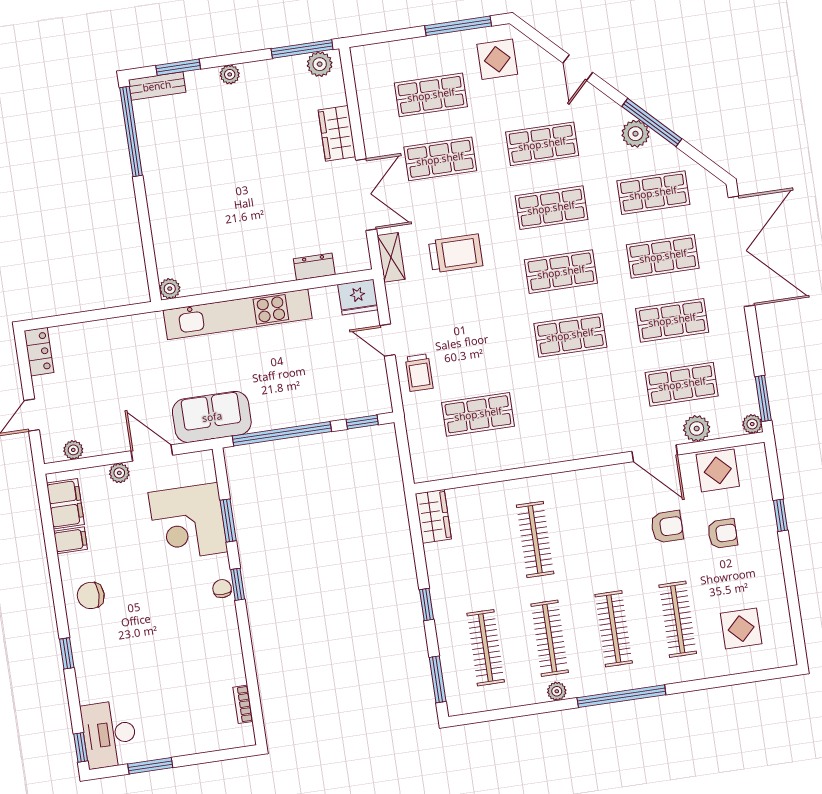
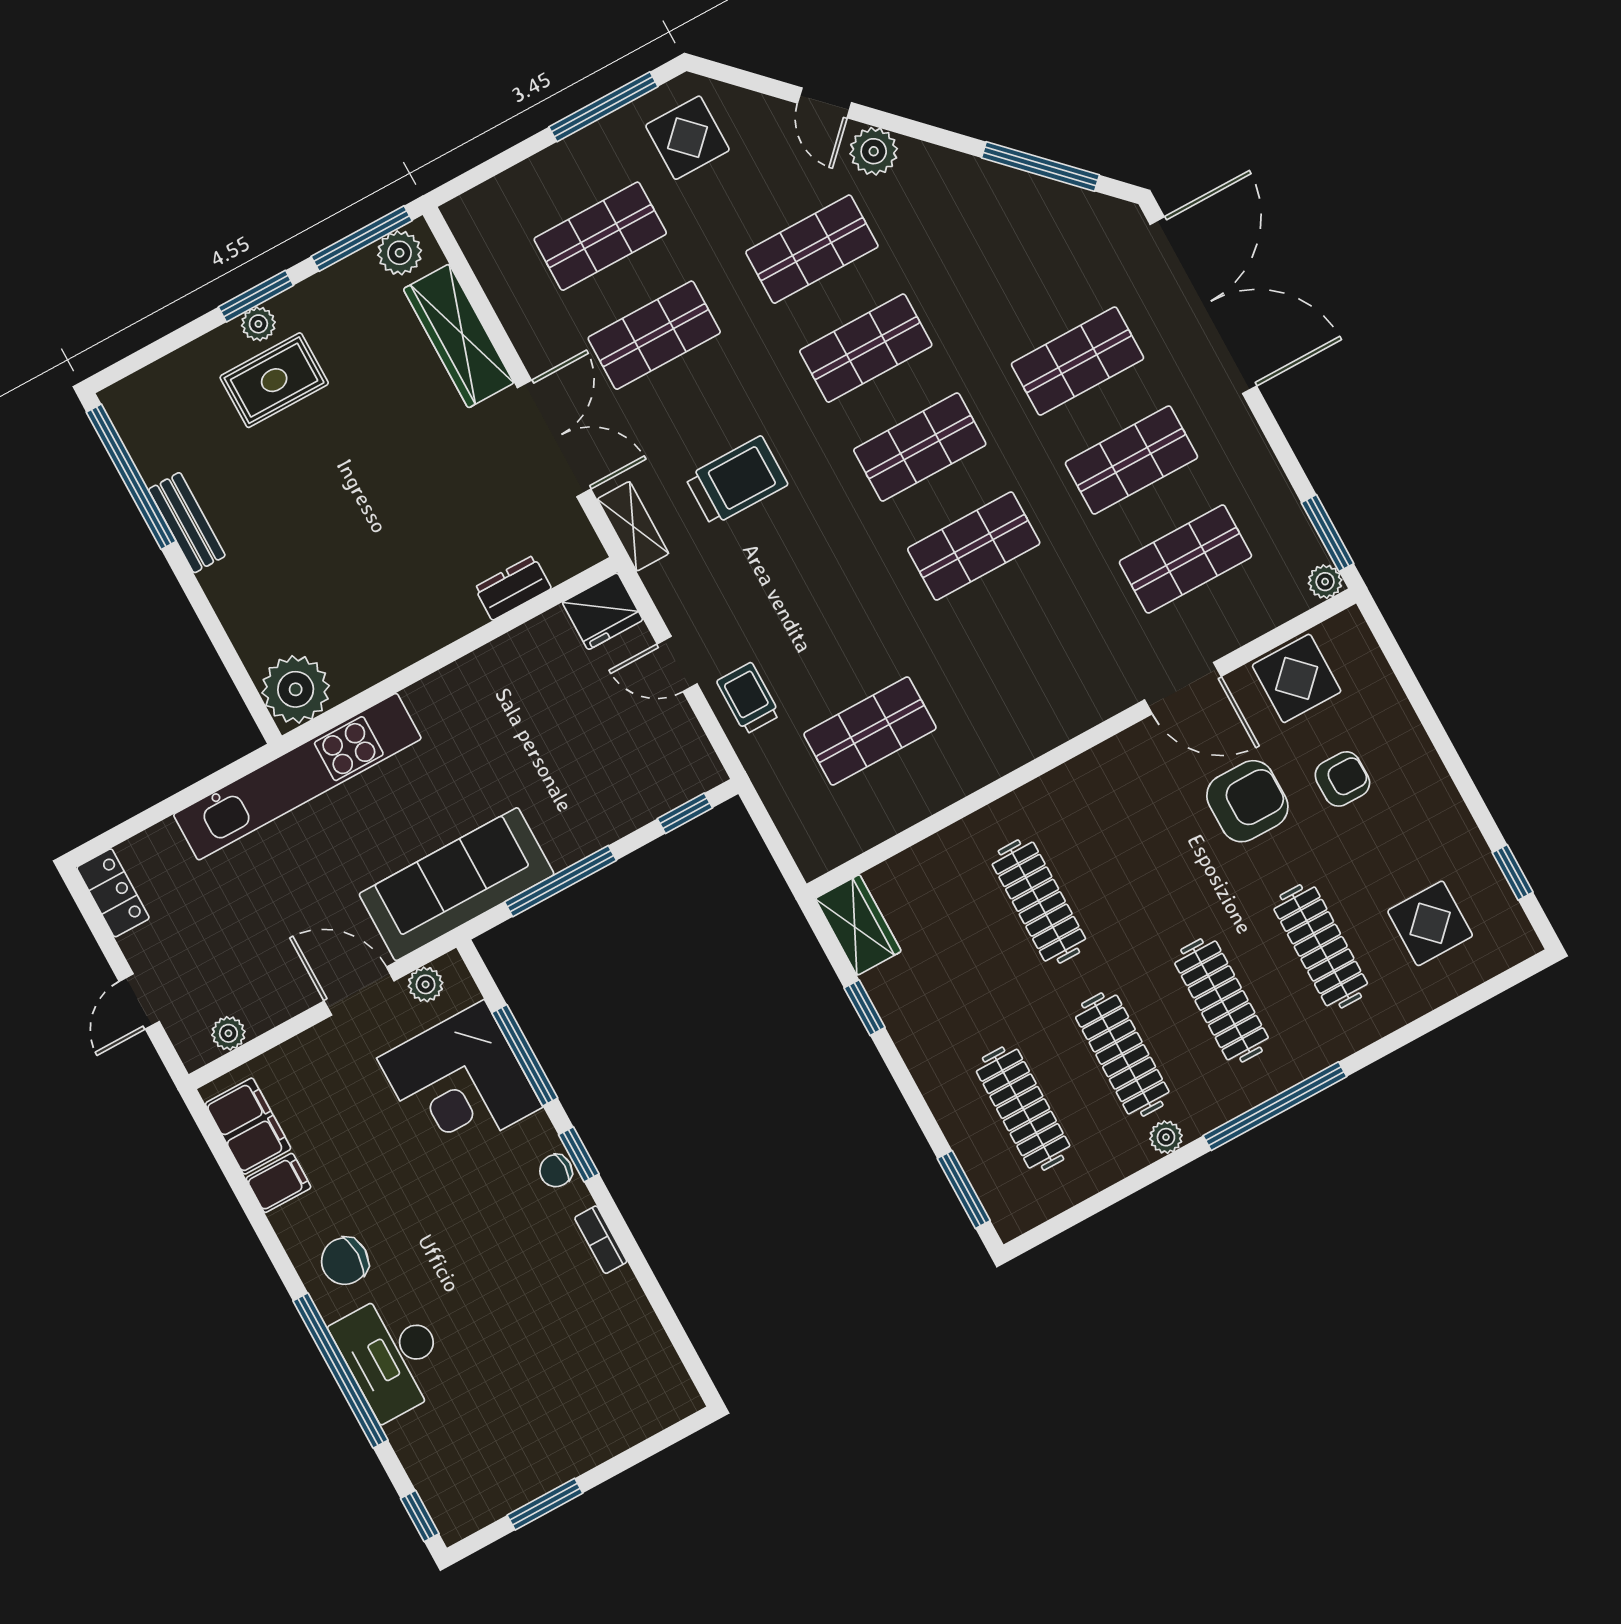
window: (178, 67) -> (256, 296), moved
bench: (157, 86) -> (187, 523), moved, turned 90
rug: (227, 108) -> (274, 380), added
window: (652, 123) -> (1040, 166), moved
wardrobe: (337, 133) -> (459, 336), width x1.50
plant: (635, 134) -> (874, 151), moved
shop shelf: (653, 193) -> (1024, 262), removed
plant: (170, 289) -> (296, 689), width x1.87, depth x1.87
kitchen unit: (238, 314) -> (297, 777), moved
trolley: (419, 373) -> (748, 698), turned 180
sofa: (212, 417) -> (457, 884), width x1.36
plant: (697, 429) -> (1237, 623), removed
window: (282, 434) -> (561, 881), width x0.68
plant: (119, 473) -> (426, 984), moved
window: (780, 515) -> (1513, 872), moved
window: (228, 520) -> (525, 1055), width x1.44
armchair: (667, 527) -> (1247, 801), width x1.38, depth x1.38
chair: (222, 589) -> (556, 1171), turned -90
window: (427, 604) -> (865, 1008), moved
window: (67, 653) -> (341, 1371), width x3.17
bookcase: (243, 704) -> (601, 1240), moved
desk: (109, 734) -> (392, 1355), moved

